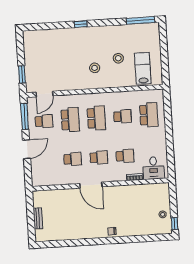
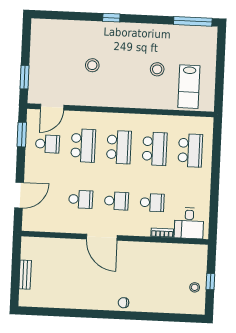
stool: (95, 68) -> (92, 65), moved
lab bench: (143, 68) -> (189, 87), turned 180
window: (25, 116) -> (22, 135), width x0.69
school desk: (123, 116) -> (155, 149), width x1.85
door: (27, 149) -> (19, 195), moved
window: (175, 224) -> (210, 282), moved

